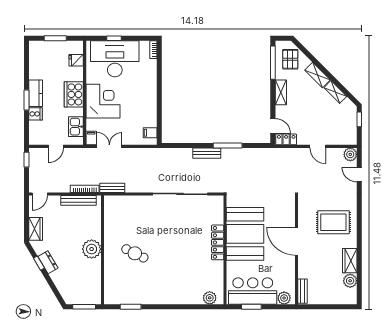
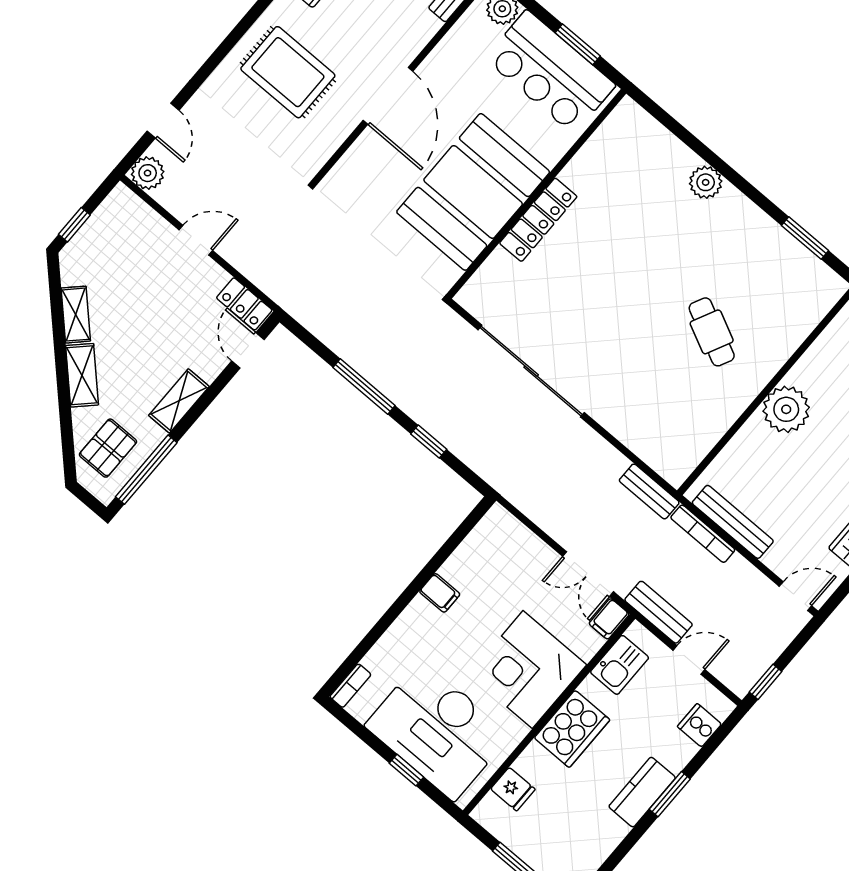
cooker: (35, 114) -> (699, 725), moved
filing cabinet: (150, 133) -> (440, 593), moved
window: (193, 145) -> (429, 442), added
door: (318, 146) -> (196, 240), hinge flipped
bench: (207, 153) -> (659, 612), moved
plant: (210, 298) -> (706, 182), moved

